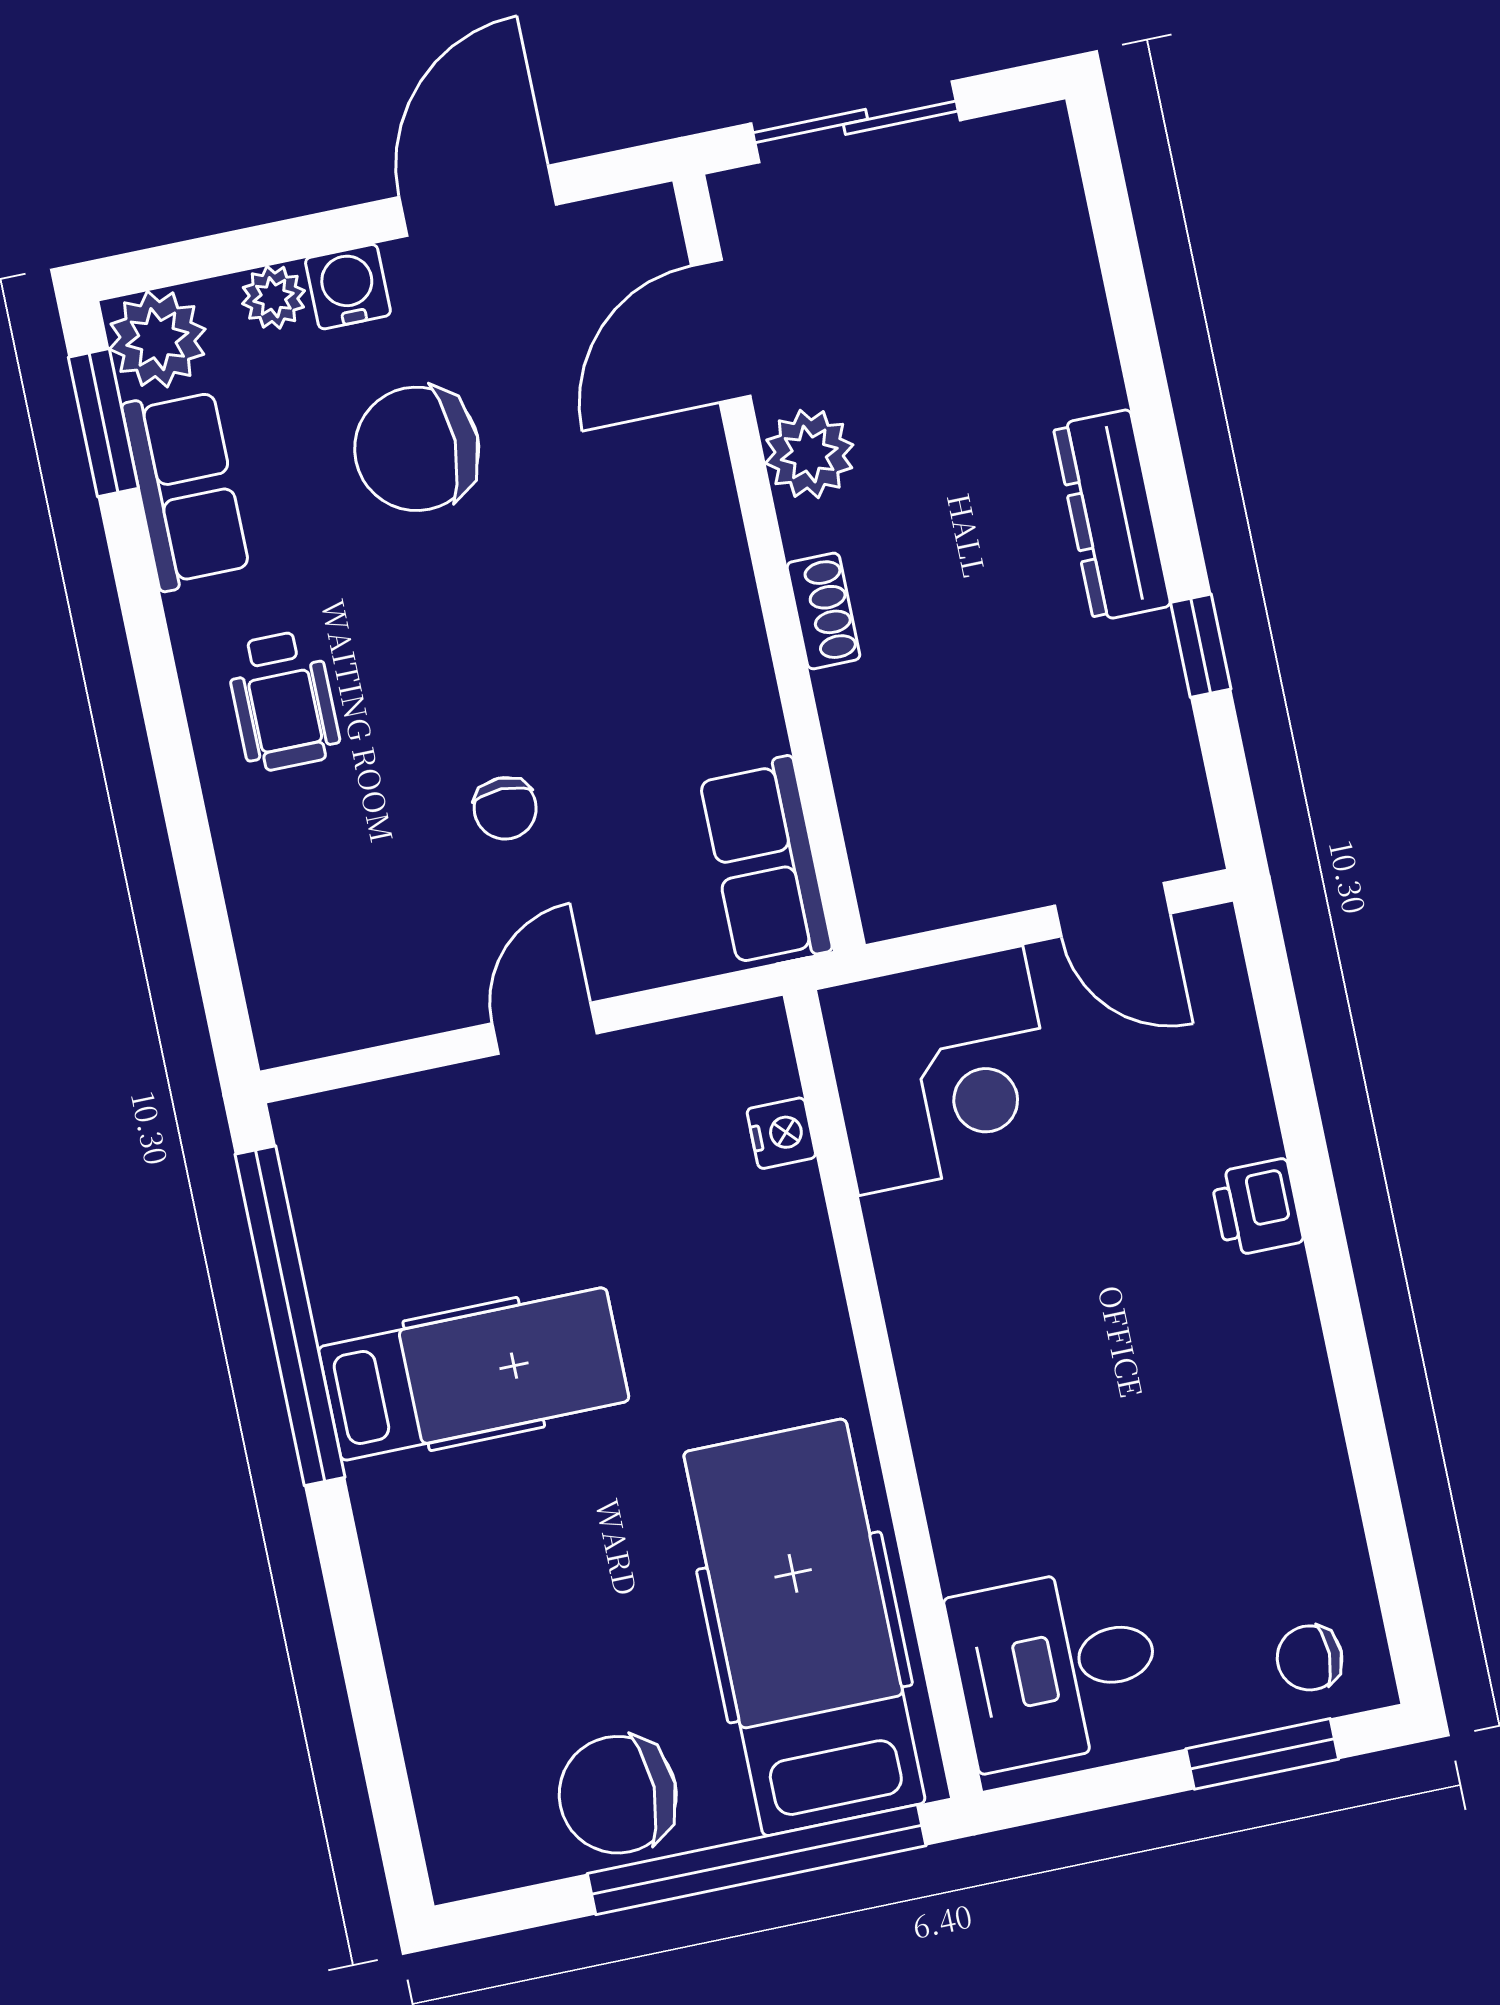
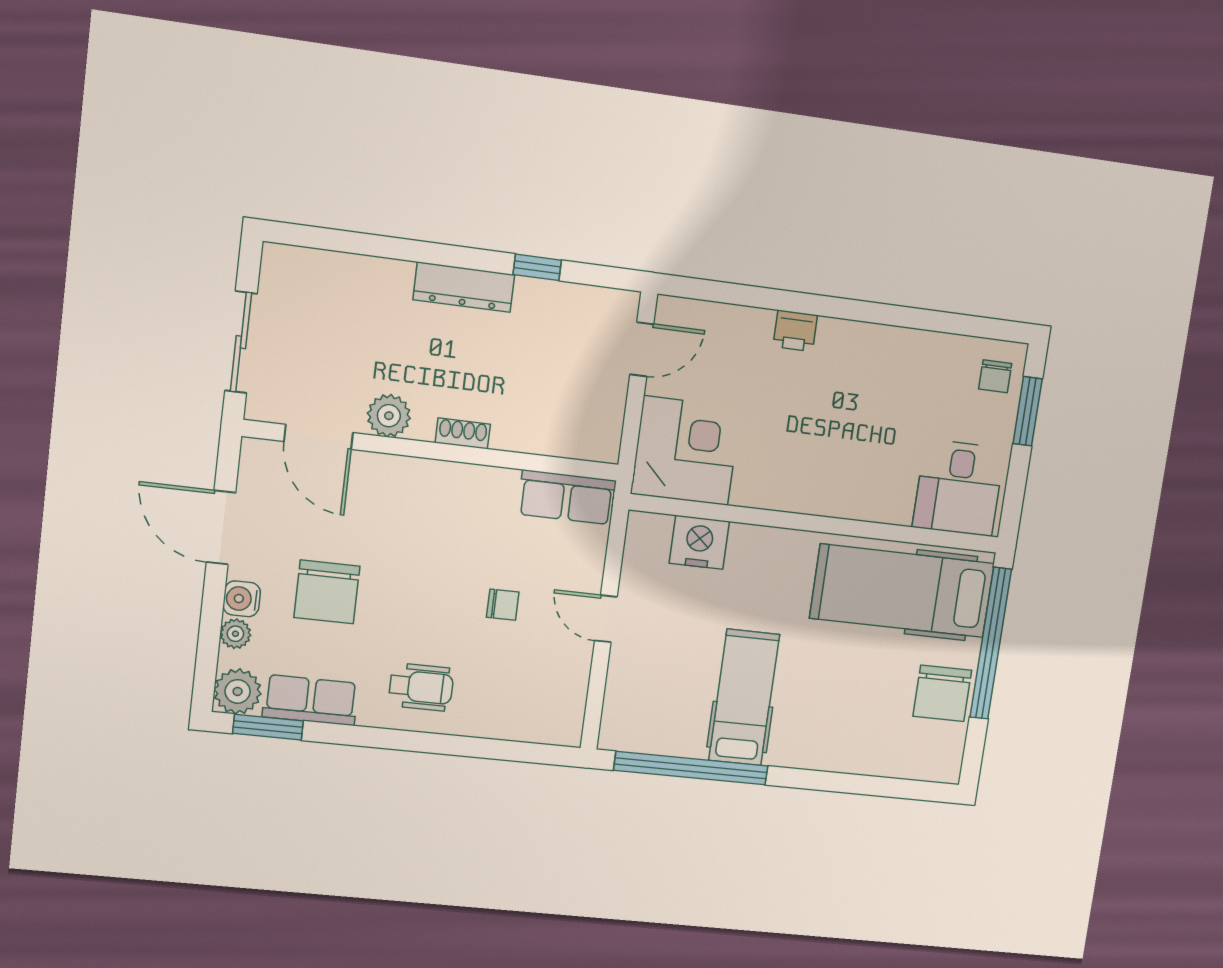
nightstand: (781, 1133) -> (699, 542), width x1.89, depth x1.79

